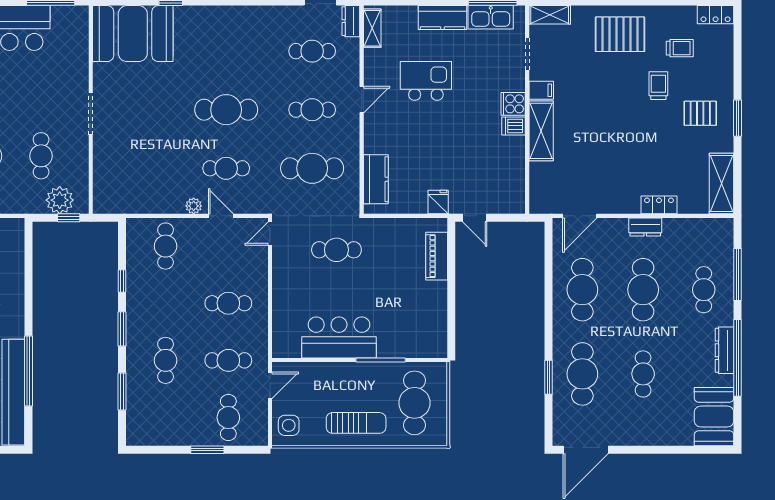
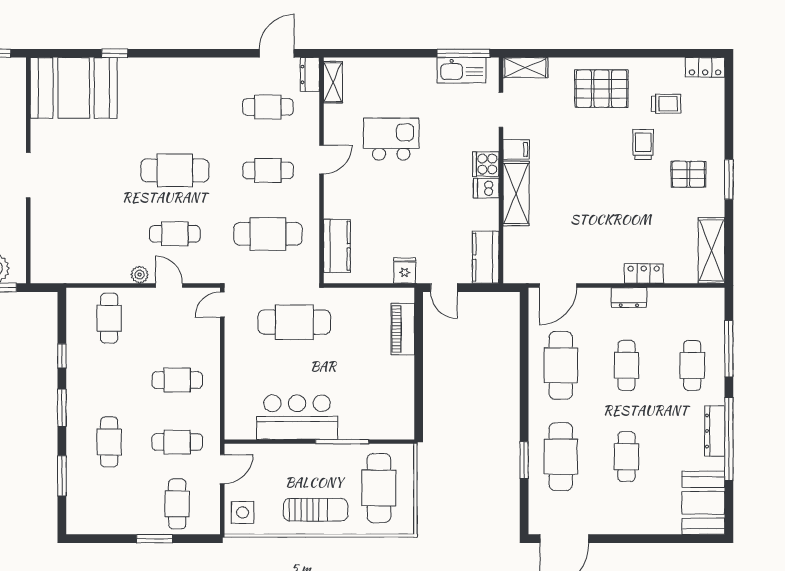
kitchen counter: (442, 18) -> (486, 257), moved, turned 90
cafe table: (336, 250) -> (294, 322), width x1.37, depth x1.35
cafe table: (643, 290) -> (626, 365), width x0.73, depth x0.74

